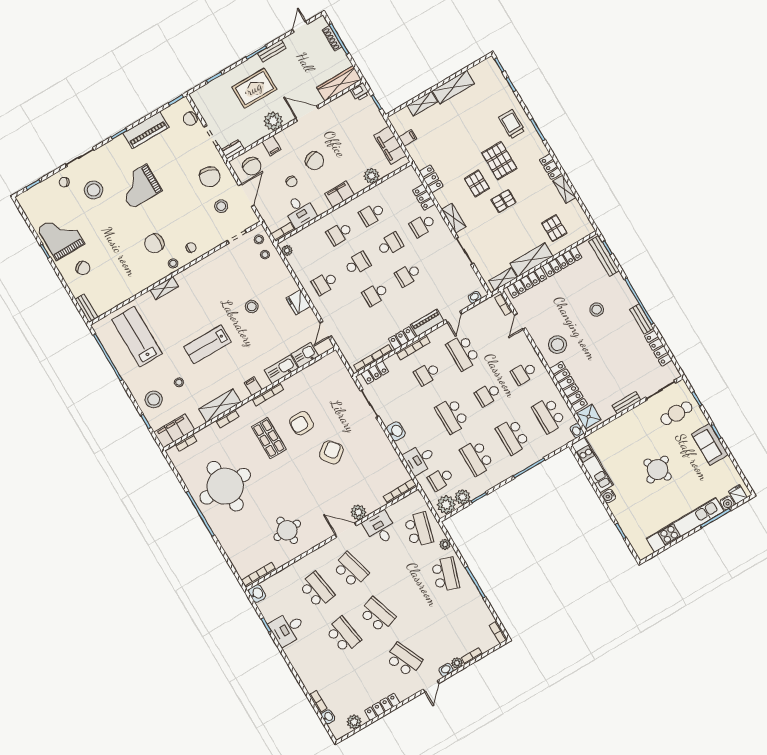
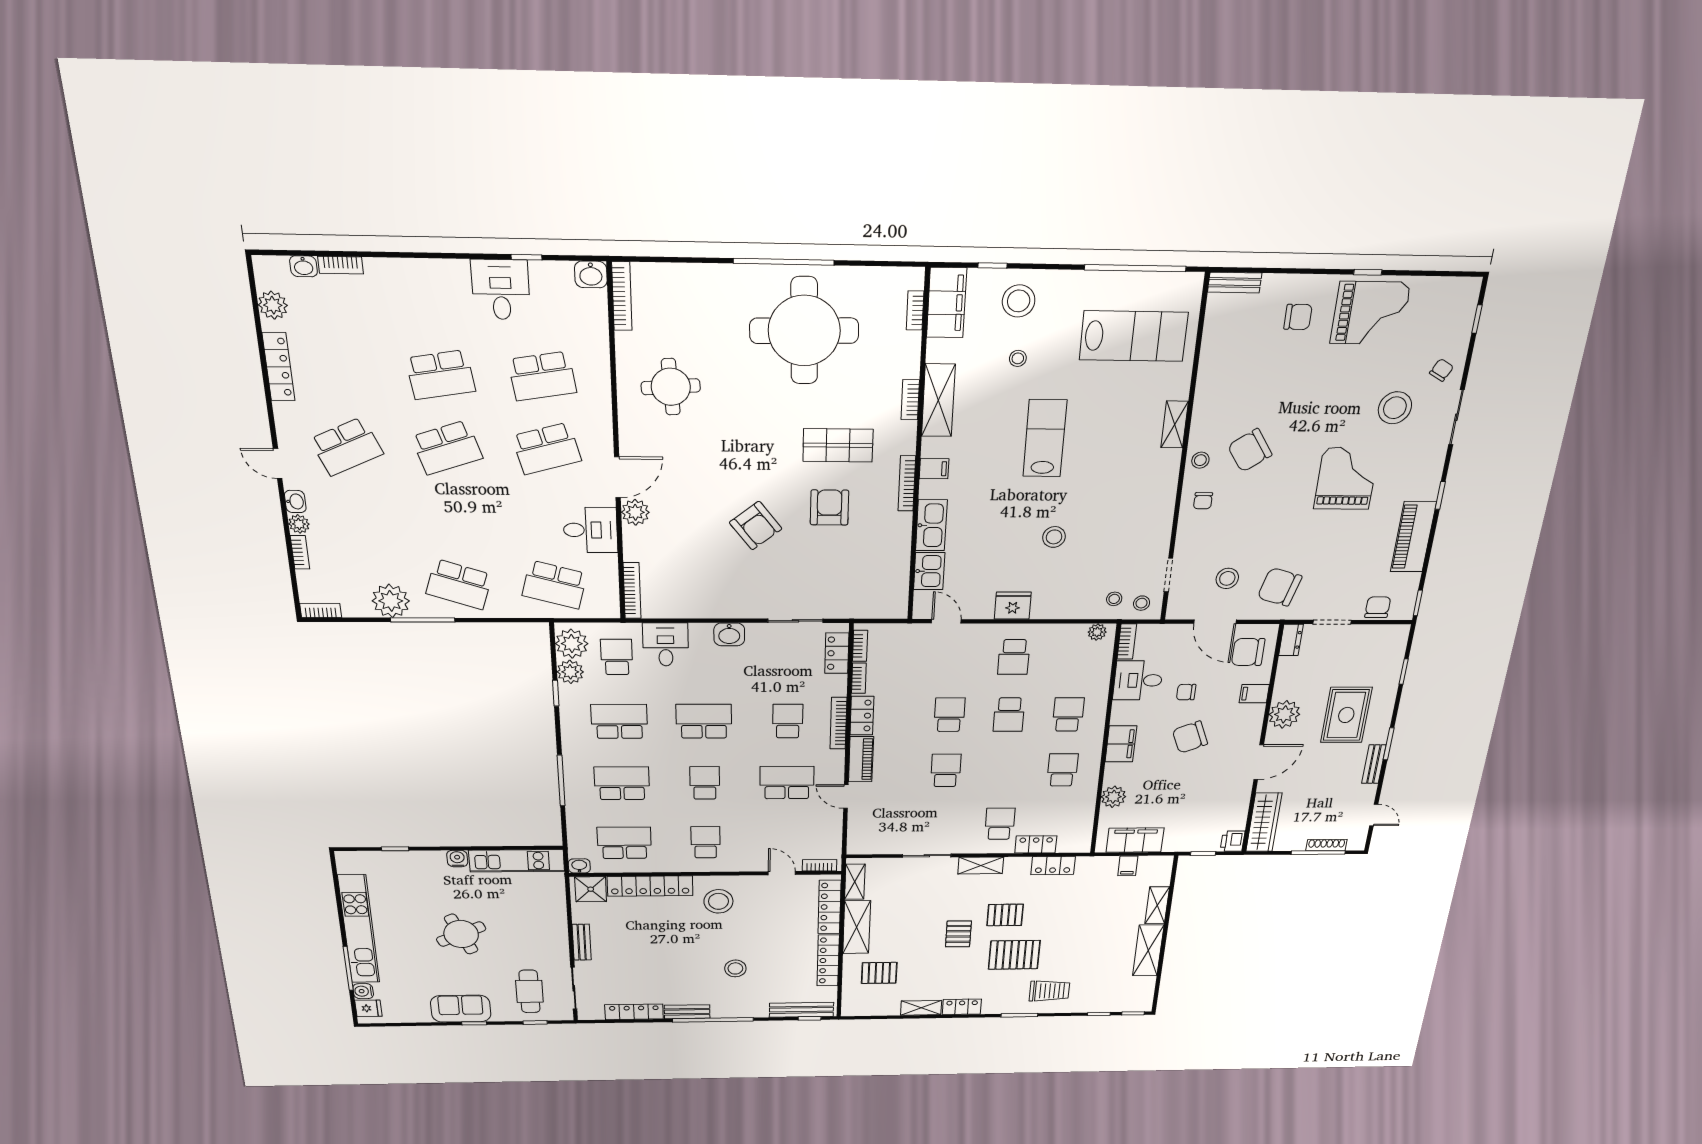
chair: (154, 243) -> (1250, 450), turned -124
school desk: (390, 244) -> (1004, 770), removed
chair: (83, 268) -> (1298, 317), turned -144
school desk: (325, 283) -> (1014, 657), turned 180
washbasin: (475, 297) -> (855, 836), removed
plant: (445, 544) -> (391, 601), moved, width x1.88, depth x1.88

